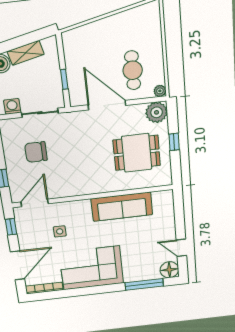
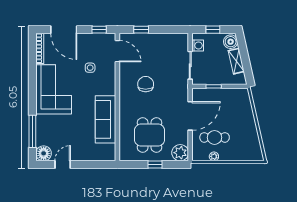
plant: (160, 91) -> (214, 156), moved
chair: (36, 152) -> (146, 84), moved

